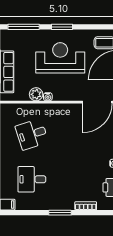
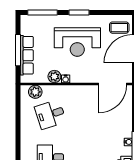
reception desk: (60, 58) -> (77, 42), turned 180
plant: (16, 110) -> (35, 92), added

